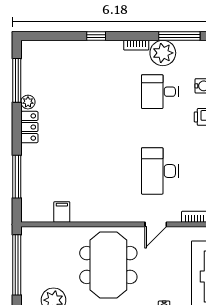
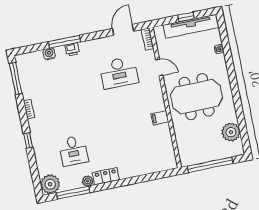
plant: (163, 53) -> (50, 184), moved
desk: (160, 92) -> (73, 151), moved
window: (17, 177) -> (145, 178), removed
filing cabinet: (62, 212) -> (160, 118), moved

